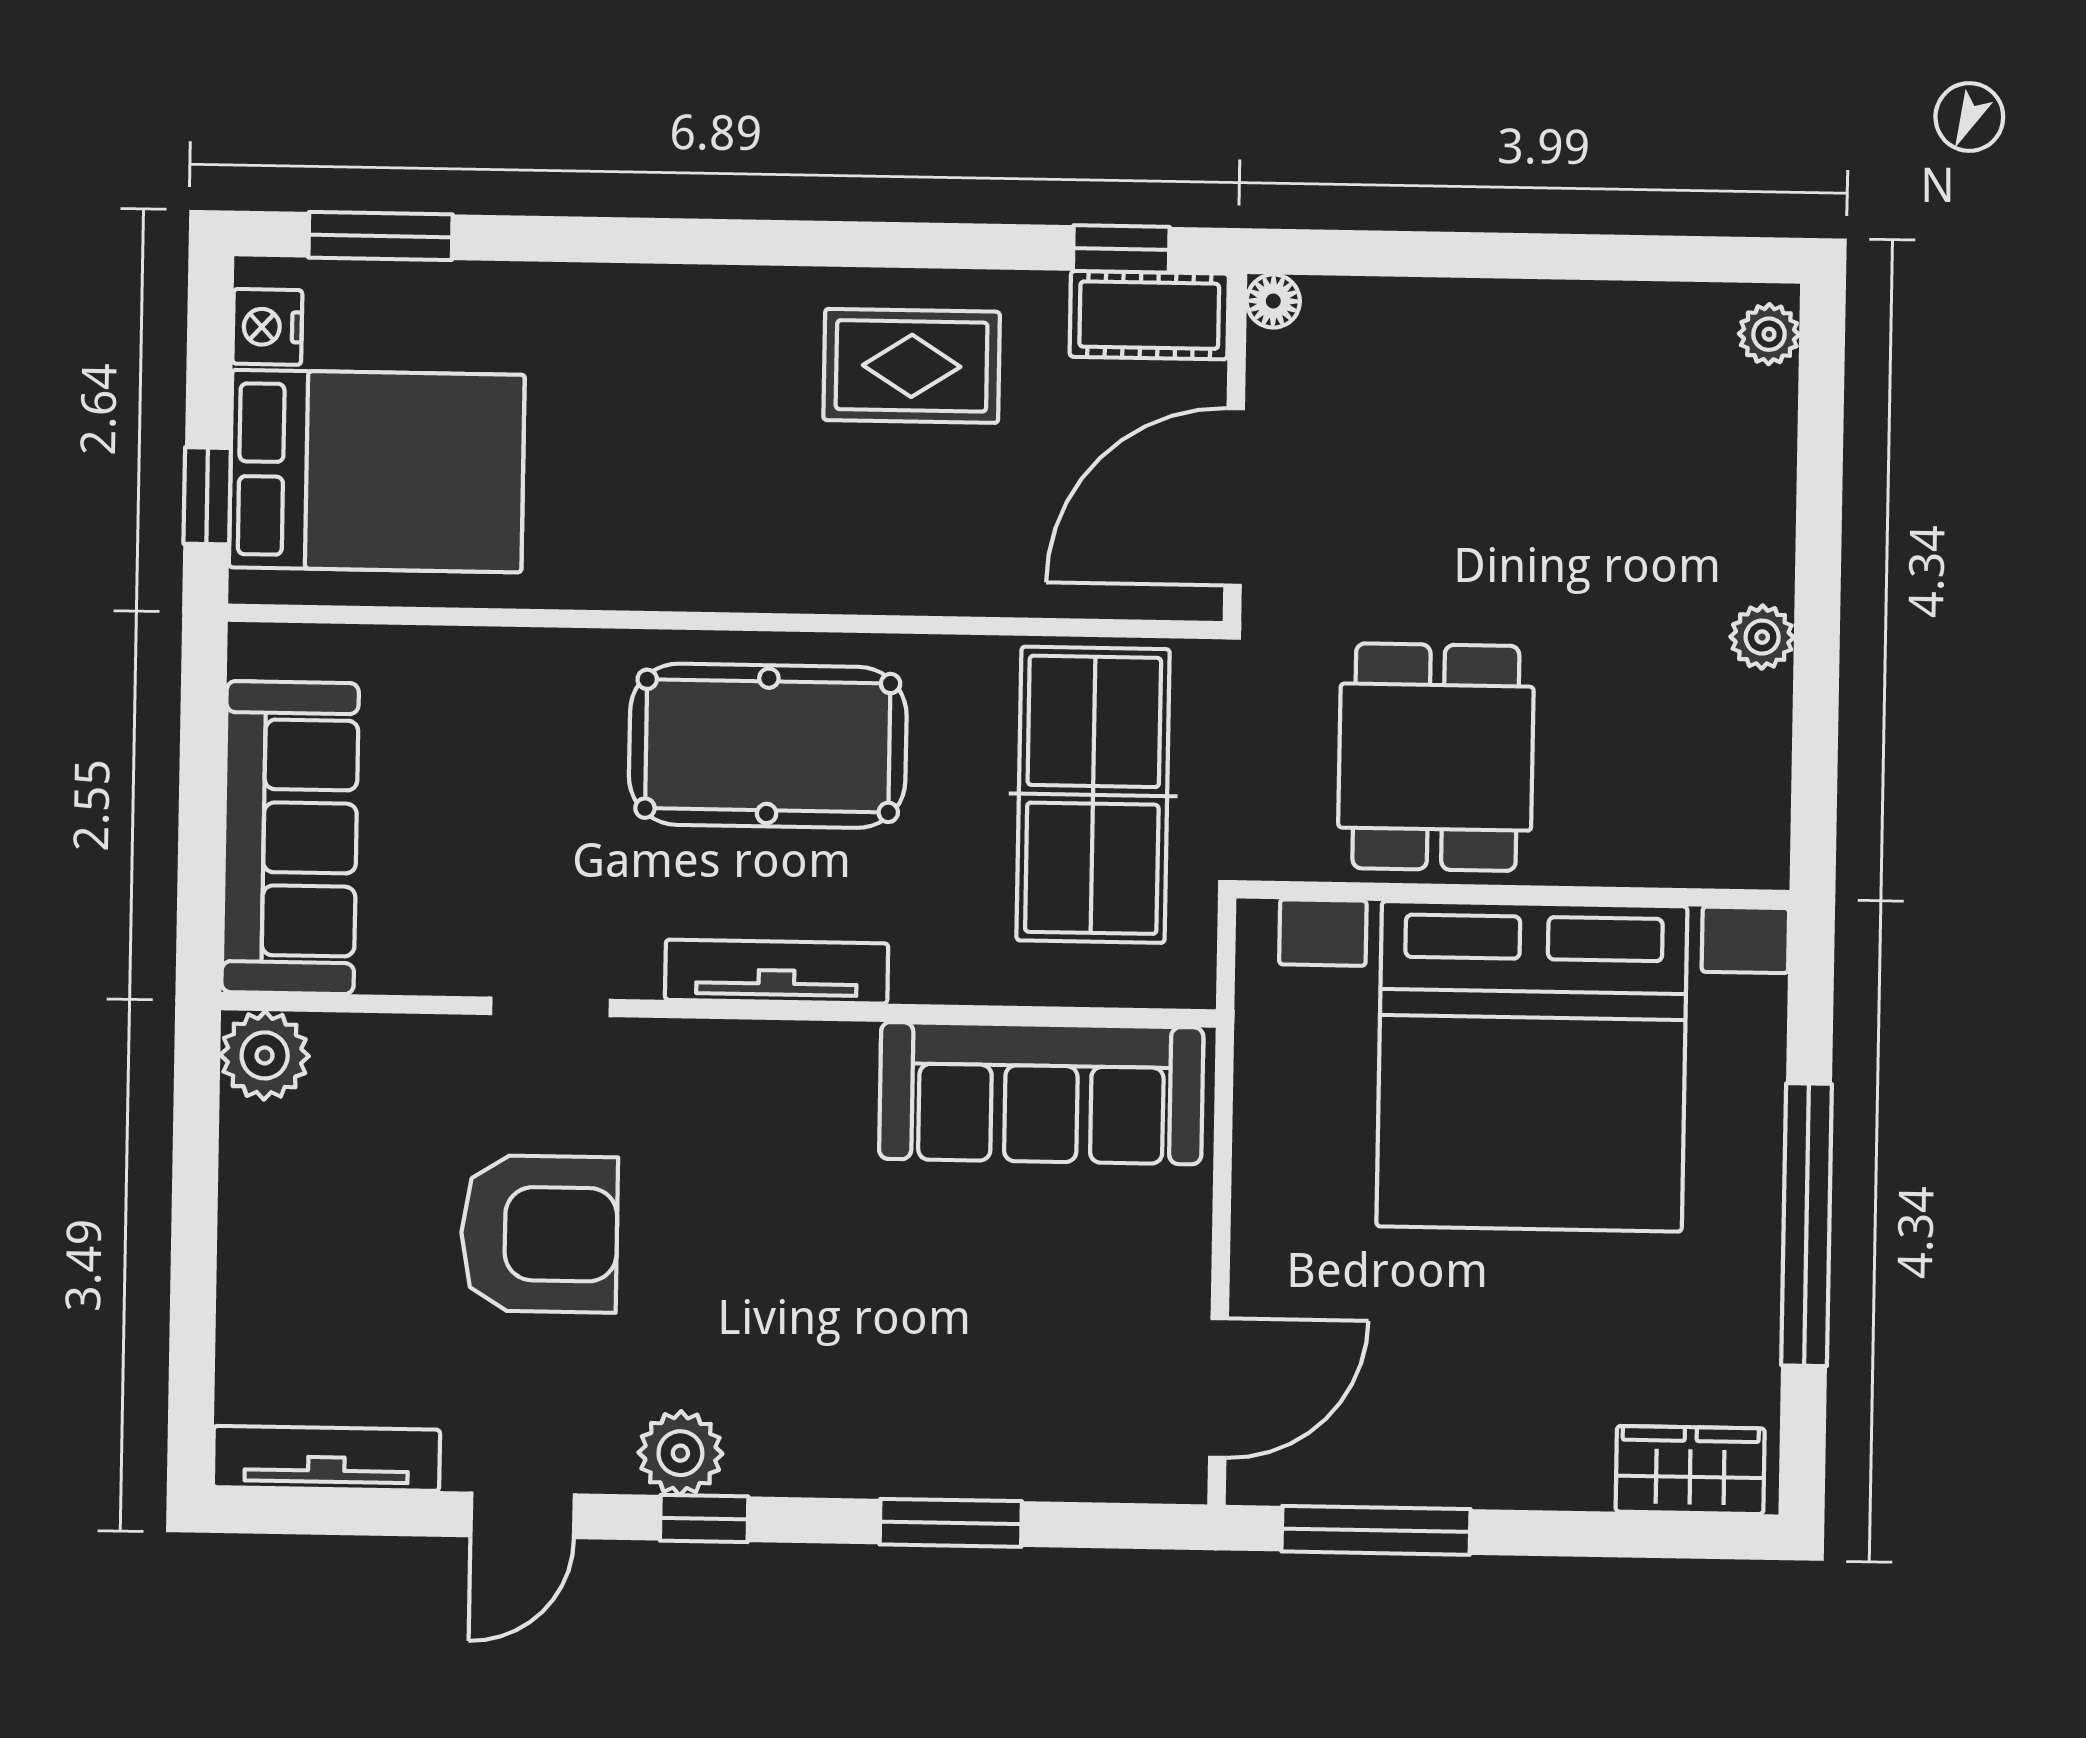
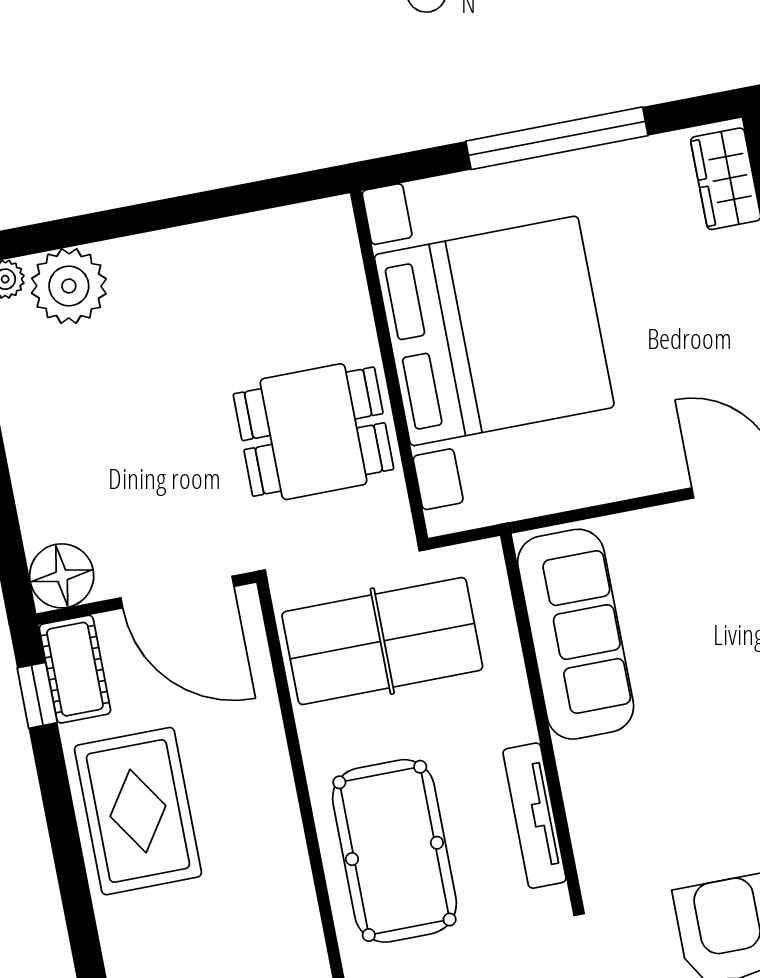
floor lamp: (1273, 301) -> (62, 576), width x1.89, depth x1.89
rug: (912, 366) -> (138, 811), width x1.36, depth x1.43
plant: (1762, 637) -> (69, 286), moved, width x1.88, depth x1.88

